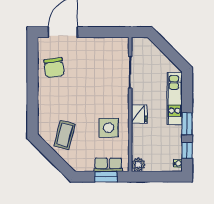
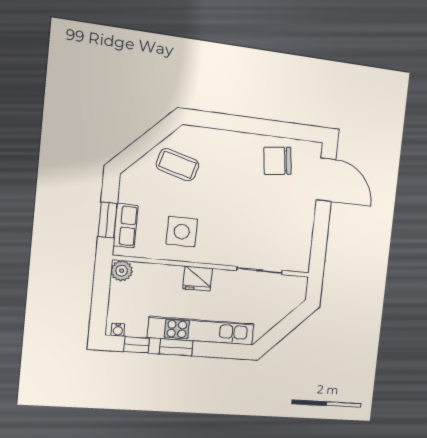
kitchen unit: (175, 99) -> (201, 331), width x1.36

